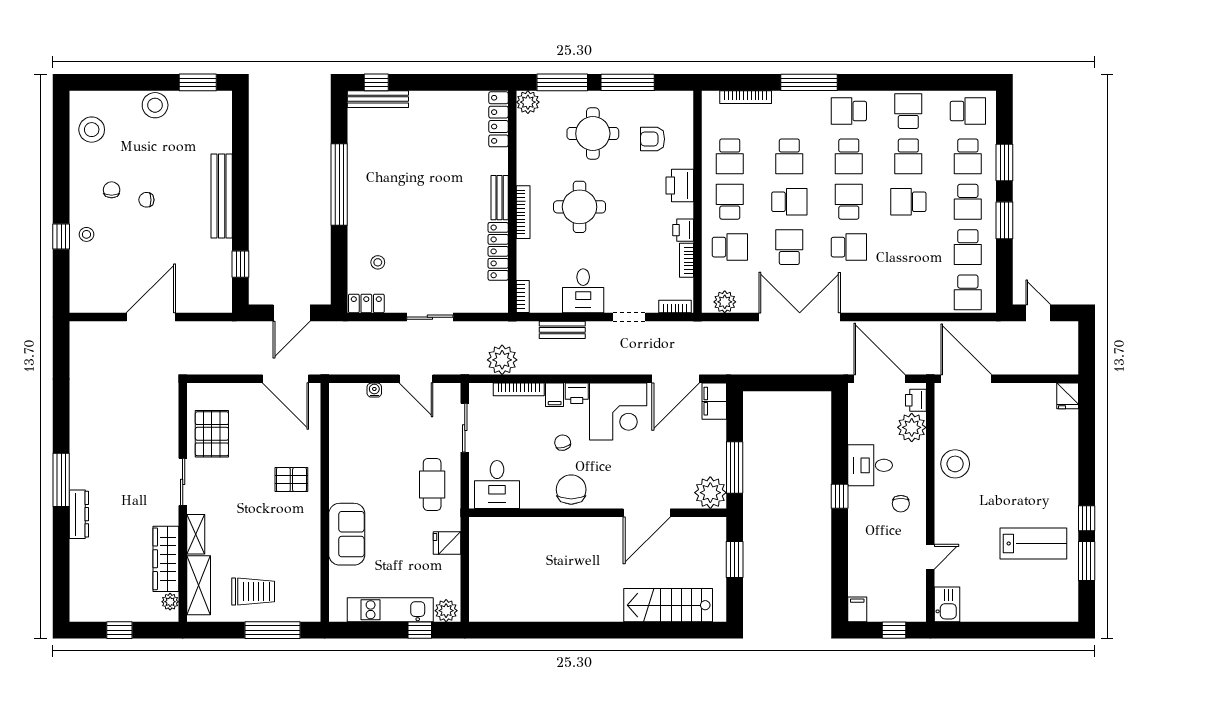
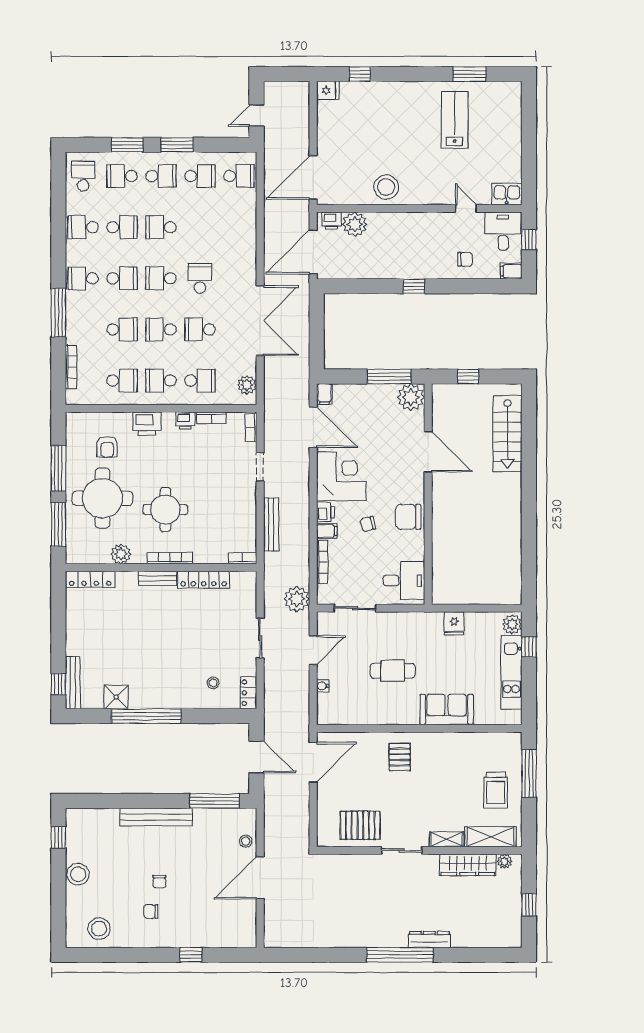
window: (198, 82) -> (58, 837), width x0.67
plant: (528, 102) -> (121, 554), moved
school desk: (849, 111) -> (83, 278), turned 90
round table: (593, 134) -> (102, 498), width x1.36, depth x1.36
shower: (361, 149) -> (116, 697), added
school desk: (968, 156) -> (122, 176), turned 180
school desk: (789, 202) -> (161, 329), turned -90
school desk: (908, 202) -> (161, 227), turned 90
stool: (86, 234) -> (246, 841), moved
school desk: (730, 247) -> (200, 381), turned 90
window: (240, 264) -> (215, 801), width x2.17
desk: (583, 291) -> (238, 507), removed
door: (151, 317) -> (260, 878), hinge flipped
double door: (800, 317) -> (260, 321), swing flipped
bench: (562, 330) -> (271, 524), width x1.36
plant: (502, 360) -> (297, 599), moved
filing cabinet: (714, 401) -> (324, 394), width x0.50
desk: (870, 465) -> (503, 231), moved, turned 180
window: (61, 480) -> (400, 955), width x1.46
cafe table: (432, 484) -> (393, 671), moved
chair: (901, 504) -> (465, 259), moved
window: (1087, 518) -> (360, 74), moved
window: (735, 559) -> (468, 376), width x0.67
trolley: (253, 591) -> (496, 790), turned 180

